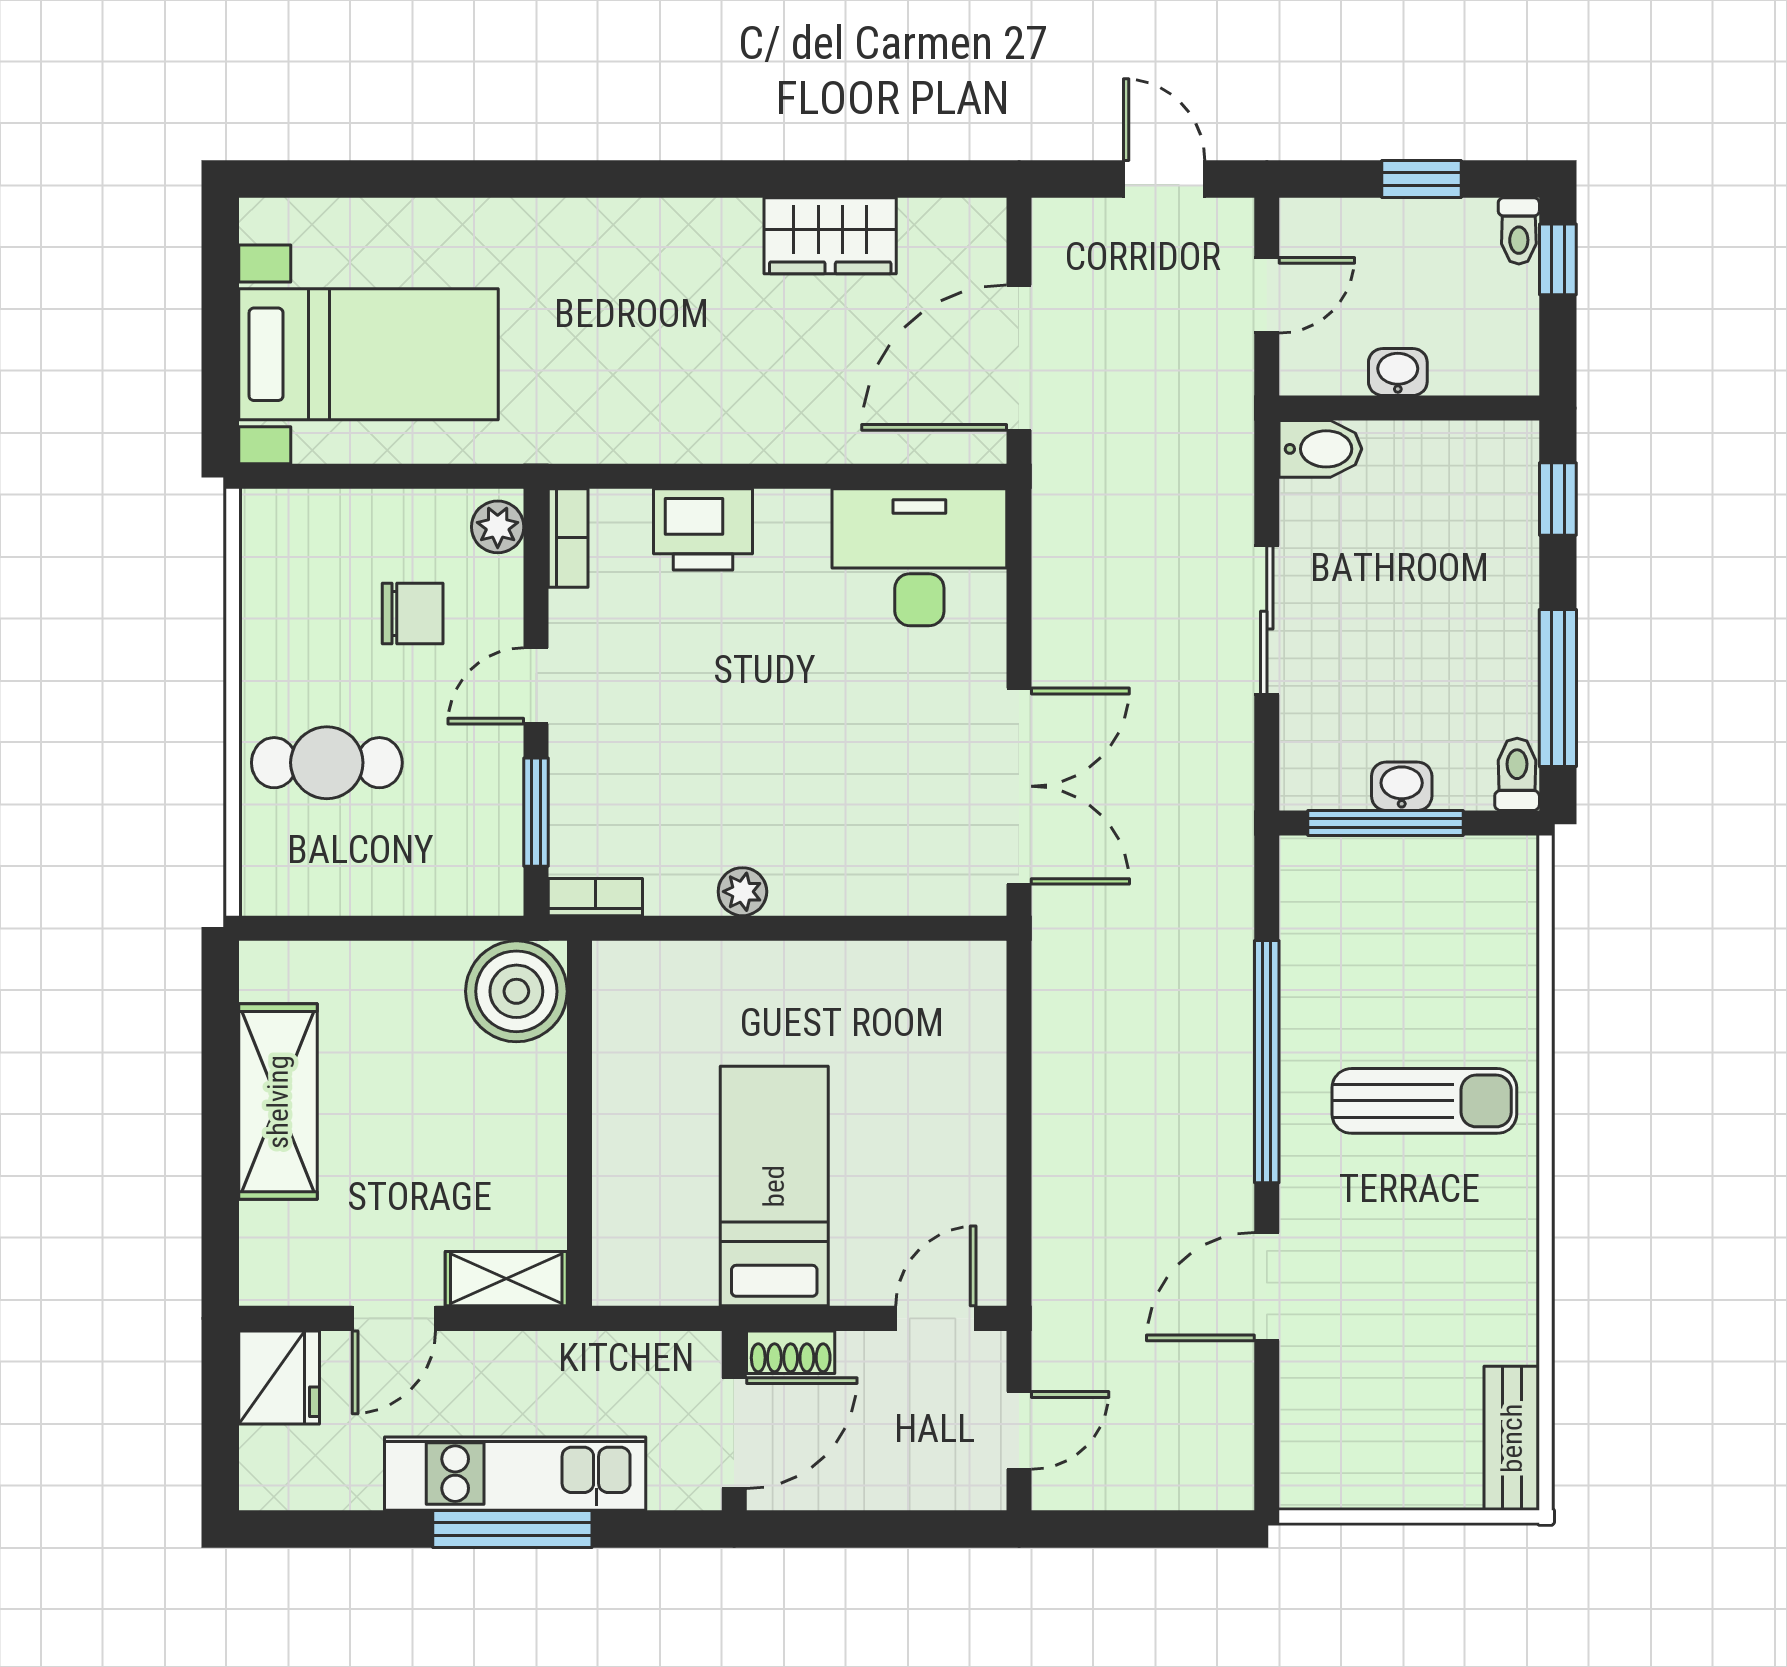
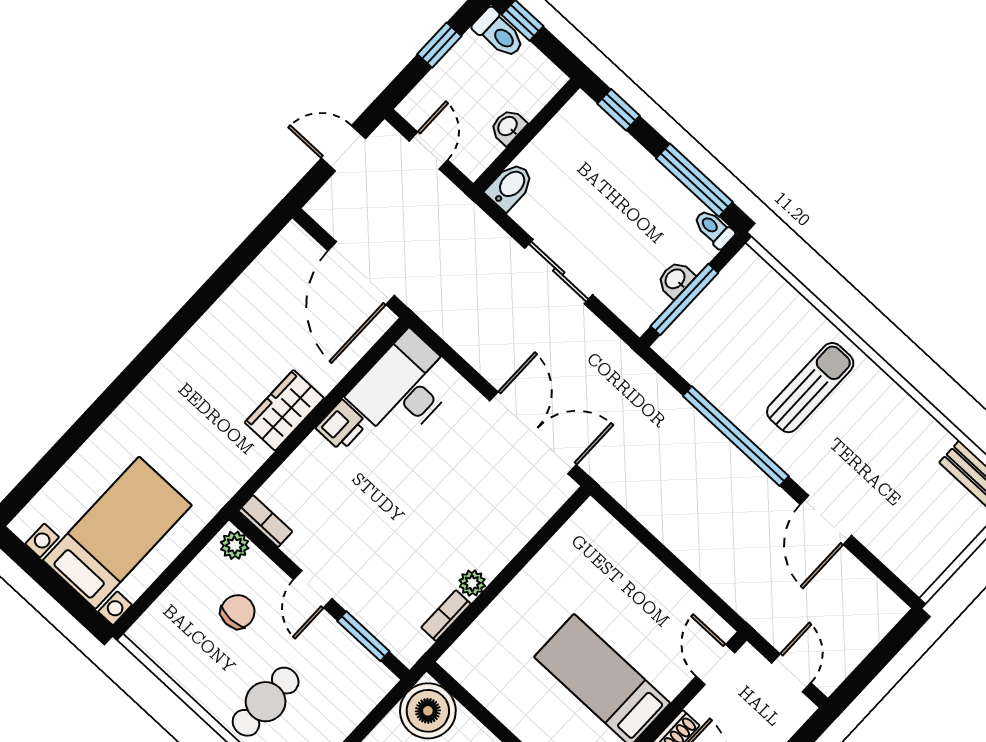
toilet: (1519, 231) -> (499, 33), width x1.37, depth x1.39
wardrobe: (830, 236) -> (284, 410), moved, turned 180
printer: (703, 529) -> (342, 426), moved, width x0.73, depth x0.81
bookcase: (595, 897) -> (446, 616), moved

